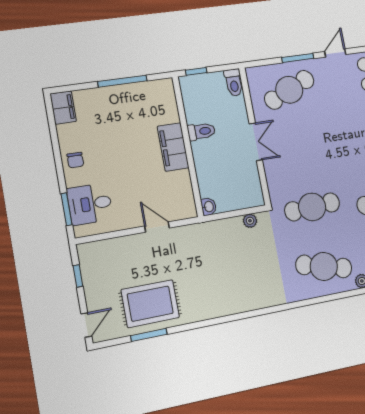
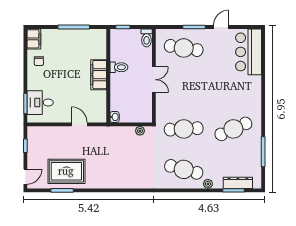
cafe table: (289, 90) -> (184, 48), turned 33
chair: (75, 160) -> (39, 61), moved

